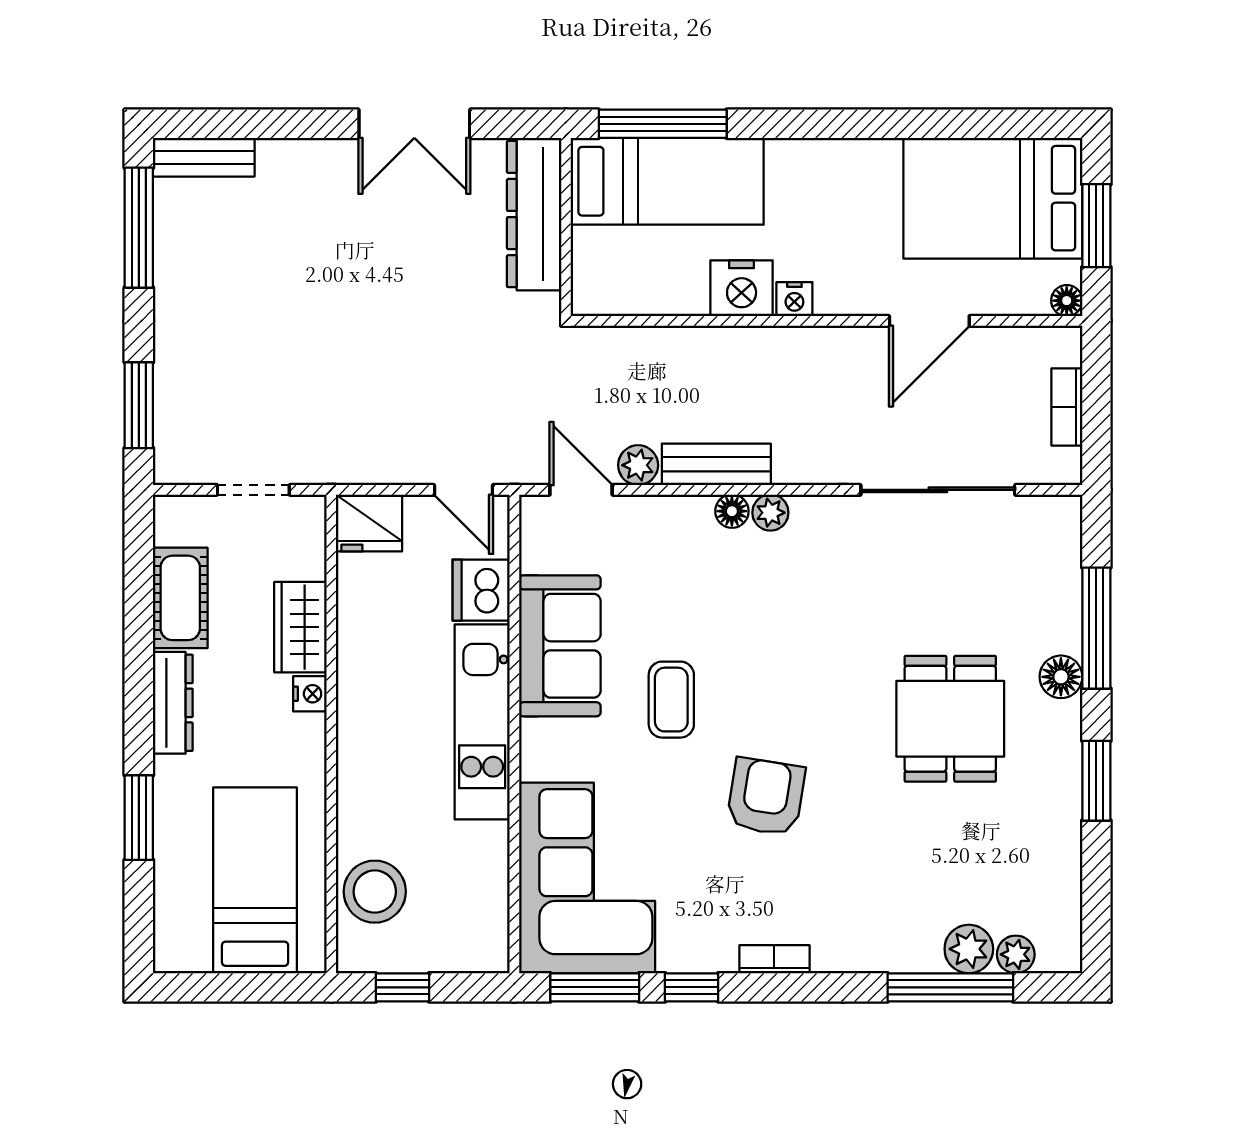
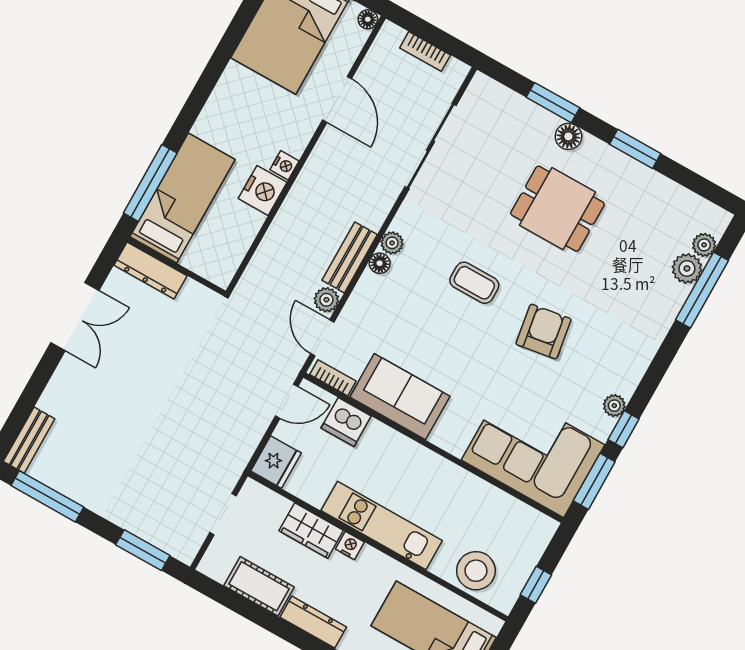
dresser: (534, 214) -> (150, 271), width x0.73, depth x0.80
door: (581, 490) -> (322, 338), hinge flipped
window: (1096, 628) -> (553, 103), width x0.69
coffee table: (671, 700) -> (474, 283), moved
kitchen unit: (482, 722) -> (382, 526), moved, turned 180
armchair: (766, 797) -> (544, 332), turned 72
plant: (718, 955) -> (614, 406), added
bookcase: (774, 959) -> (333, 378), moved, turned 90

